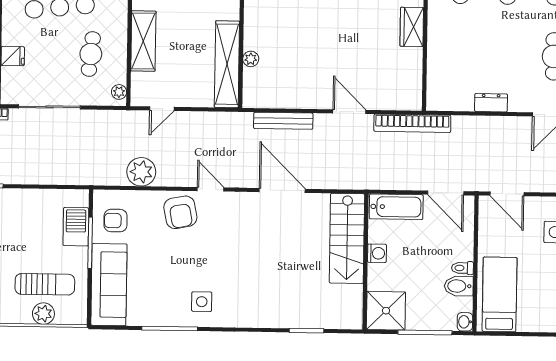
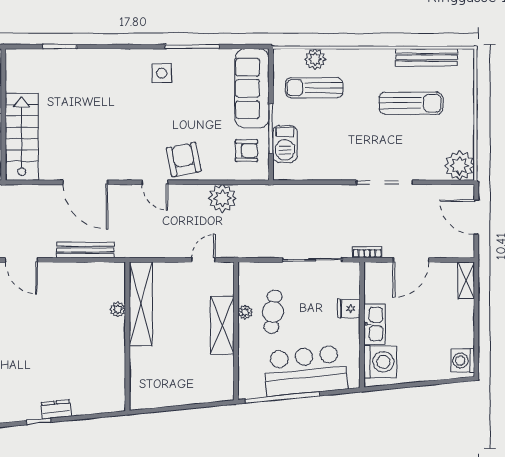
plant: (119, 92) -> (245, 312), moved

